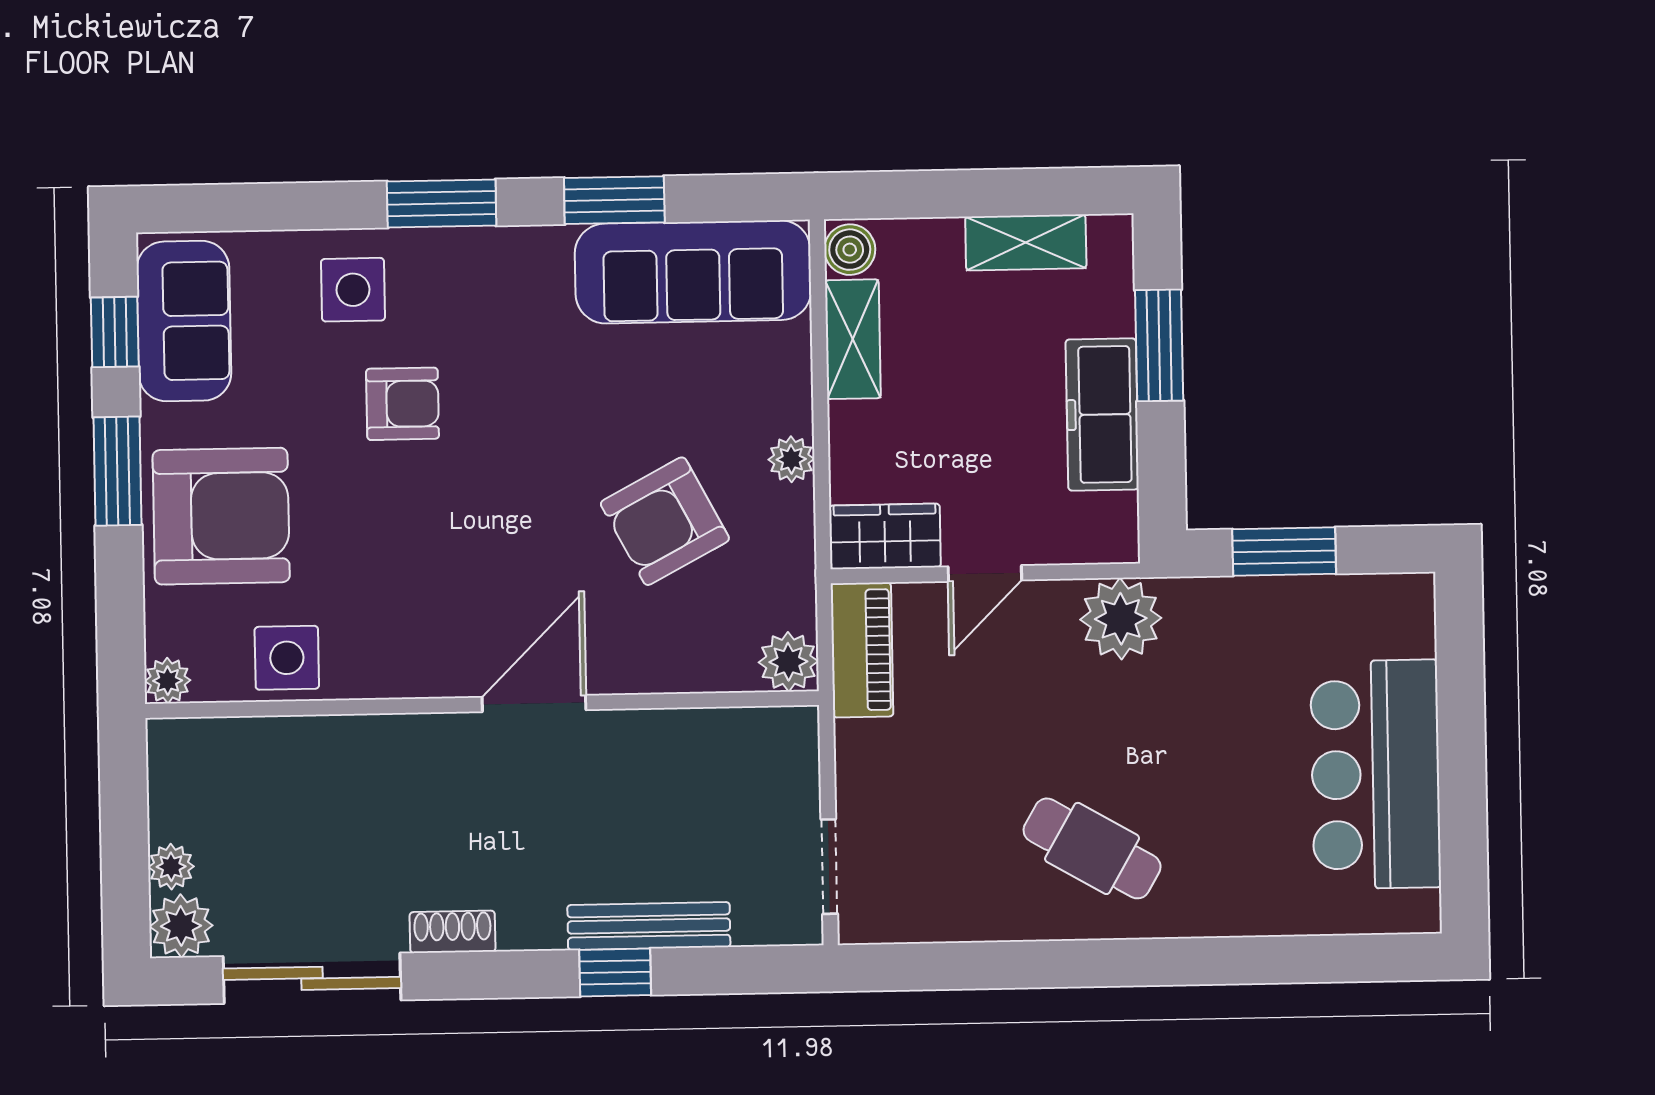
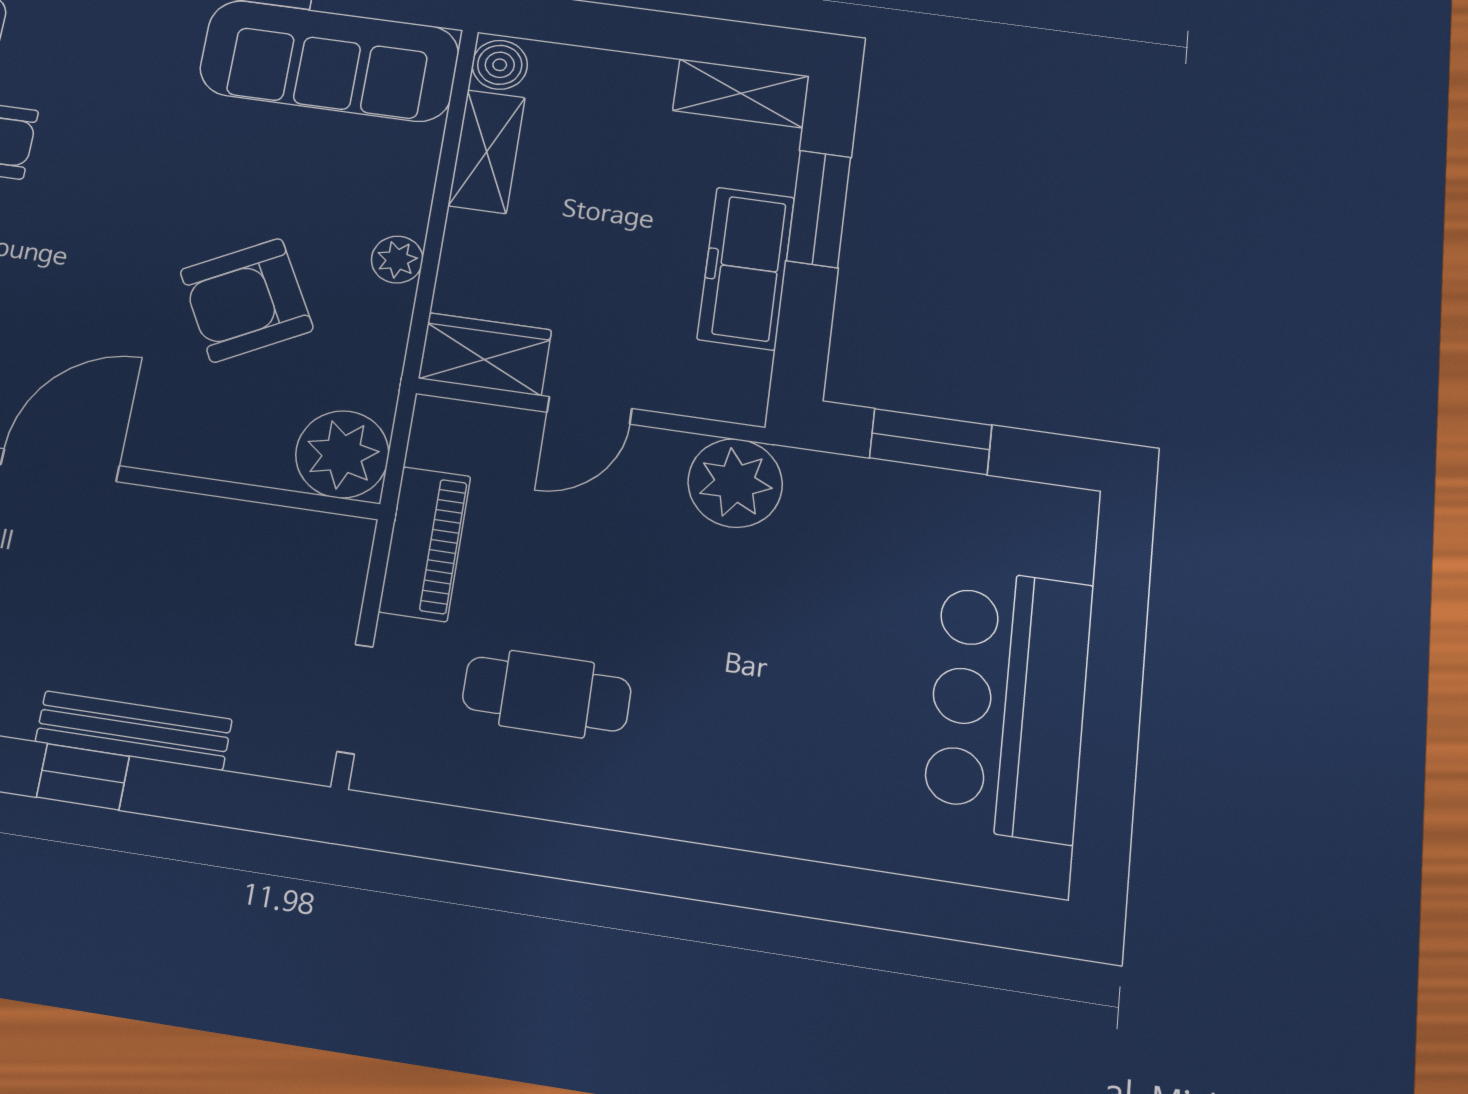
shelving: (1026, 242) -> (741, 93), moved
piano: (862, 650) -> (425, 544), moved
plant: (788, 662) -> (342, 454), width x1.36, depth x1.36
cafe table: (1092, 848) -> (547, 694), moved, turned -30

